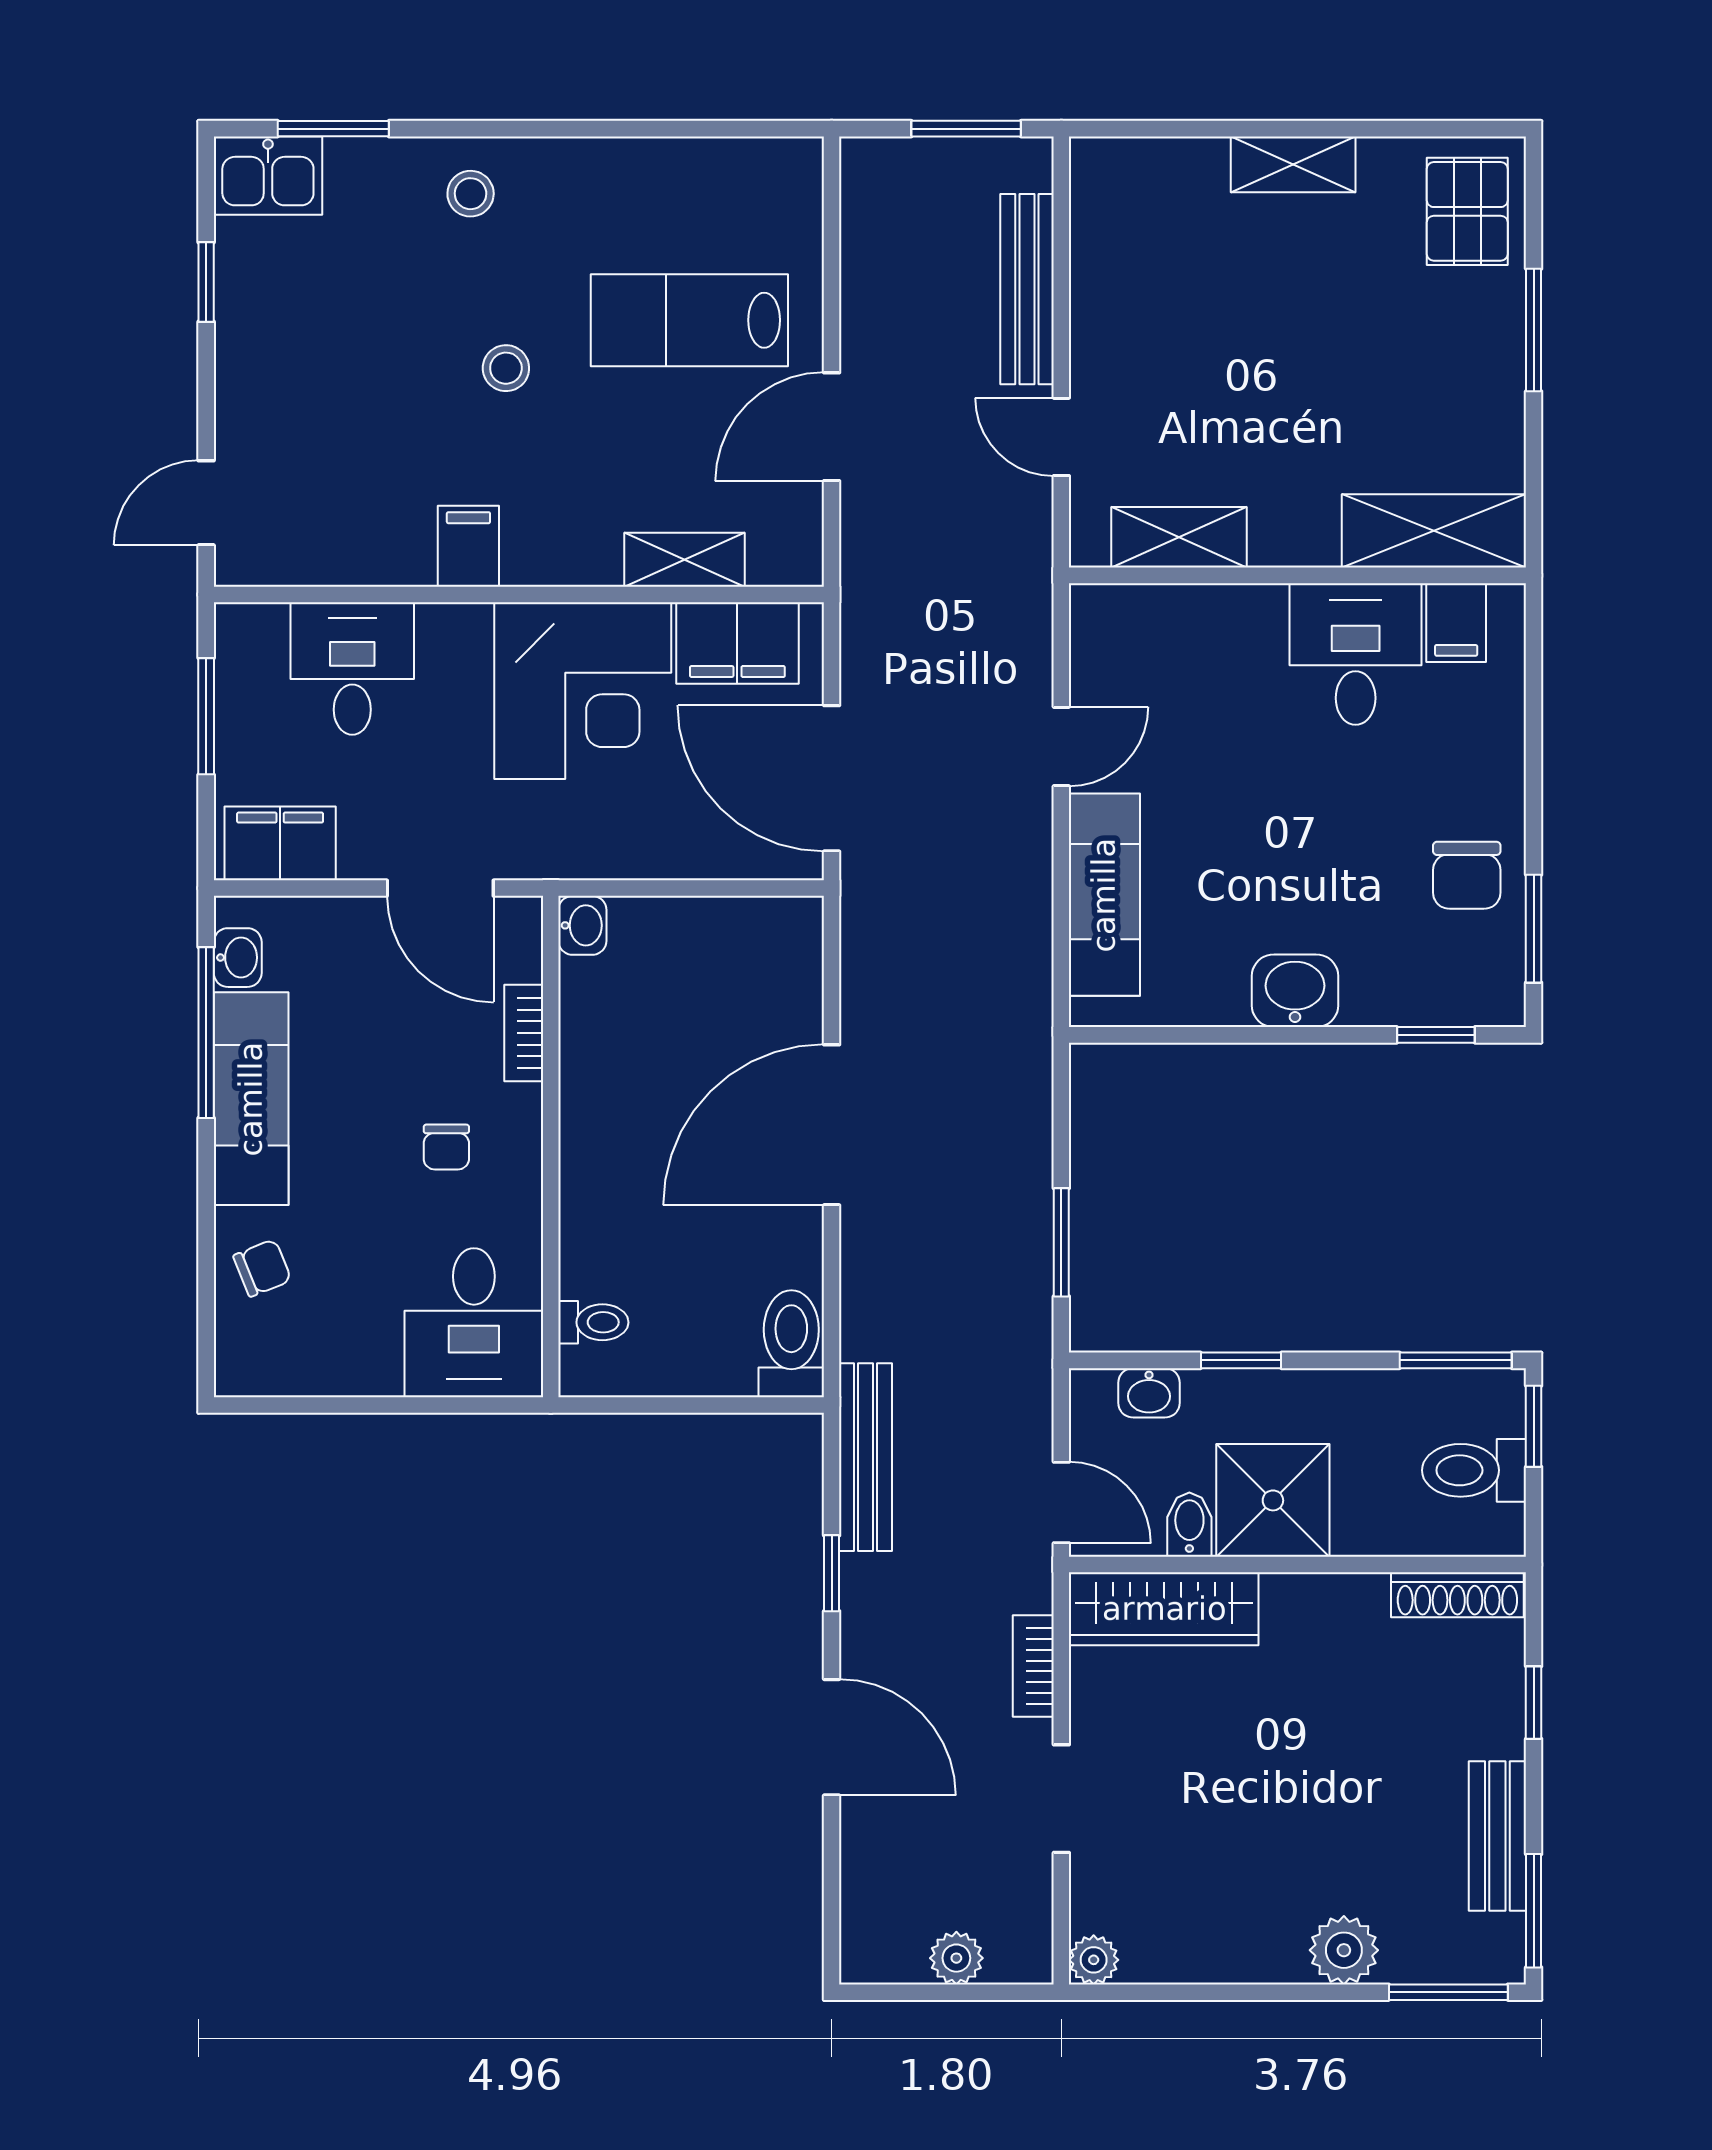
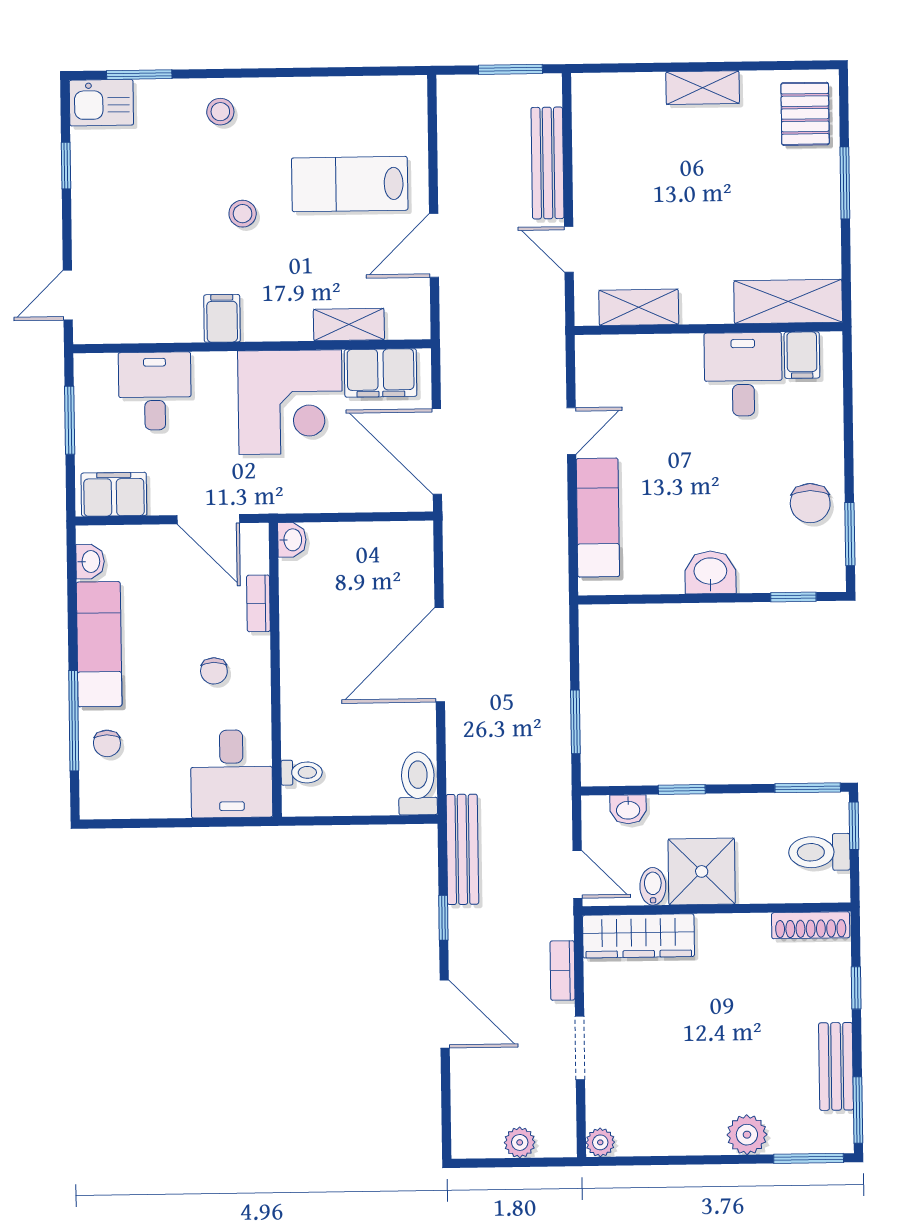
window: (206, 1033) -> (74, 721), moved
chair: (262, 1268) -> (107, 743), turned 112

